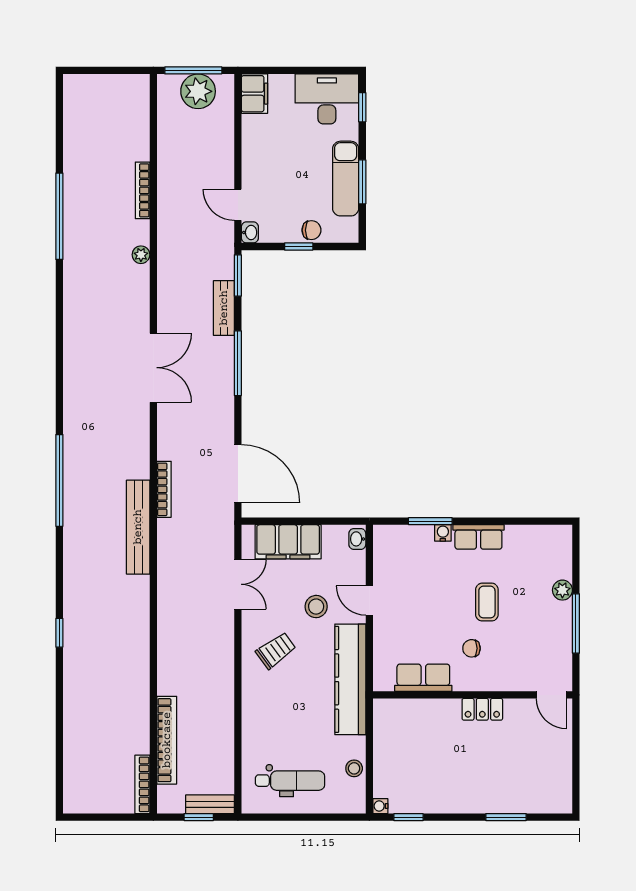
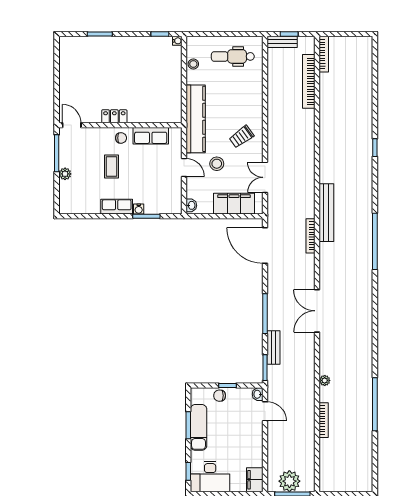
row of seats: (423, 678) -> (151, 136), moved
wall: (473, 695) -> (120, 125), moved
door: (551, 695) -> (72, 125), moved
locker: (482, 709) -> (114, 116), moved

